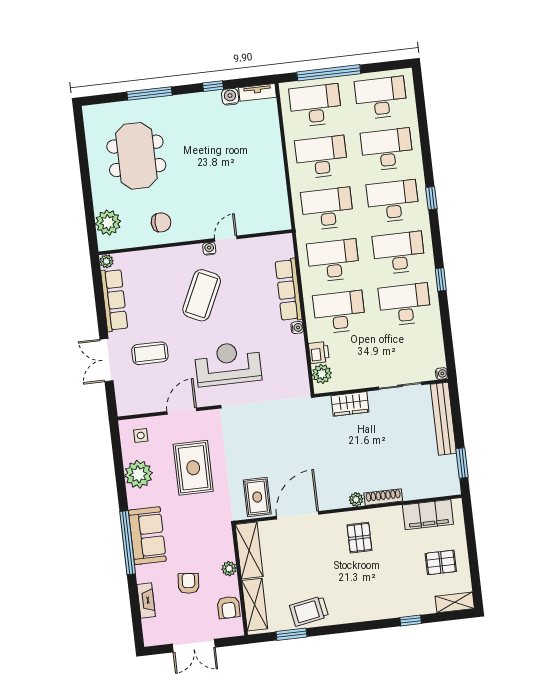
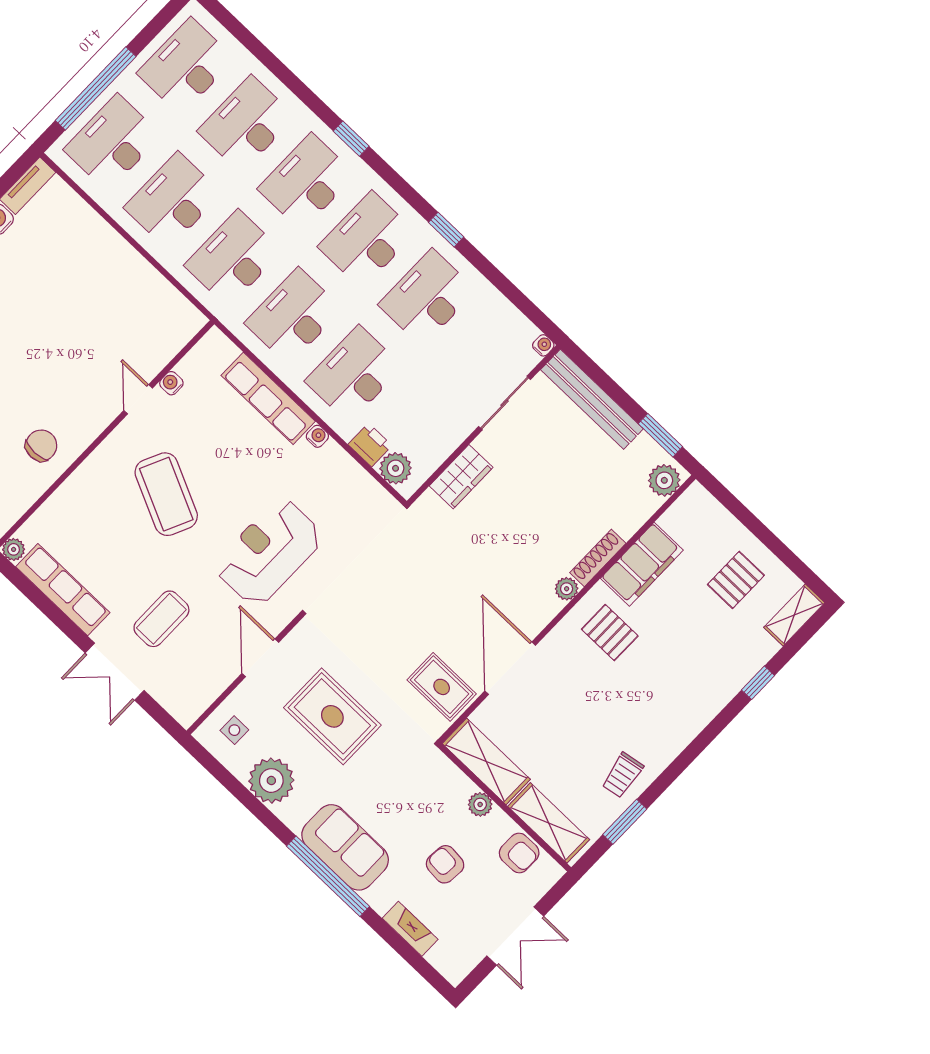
water cooler: (209, 249) -> (171, 383), moved
plant: (446, 486) -> (664, 480), added
filing cabinet: (428, 515) -> (642, 564), moved
trolley: (309, 611) -> (623, 775), width x0.73, depth x0.72

